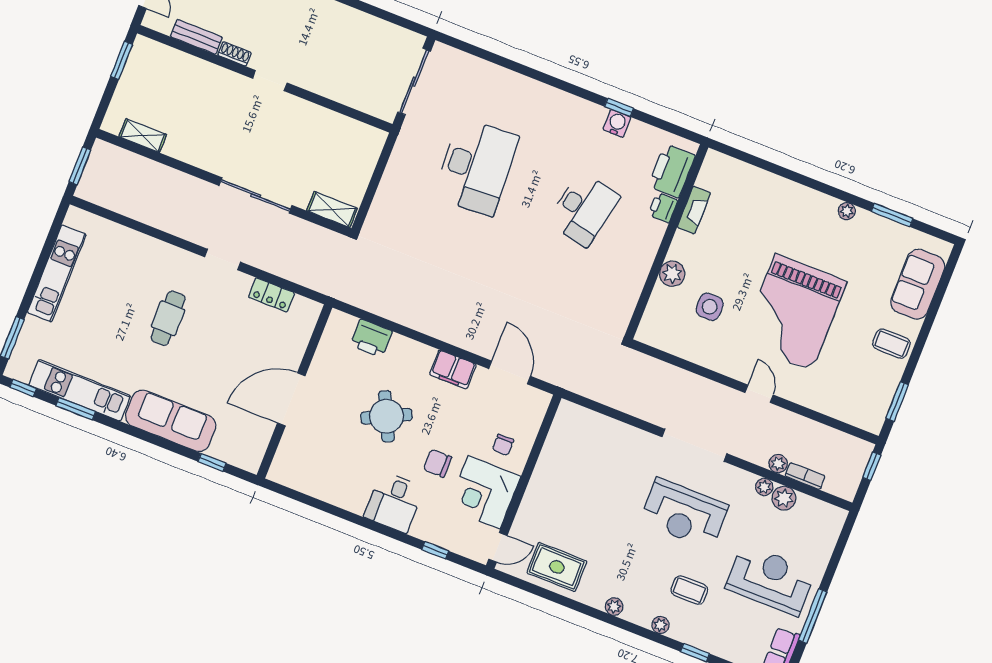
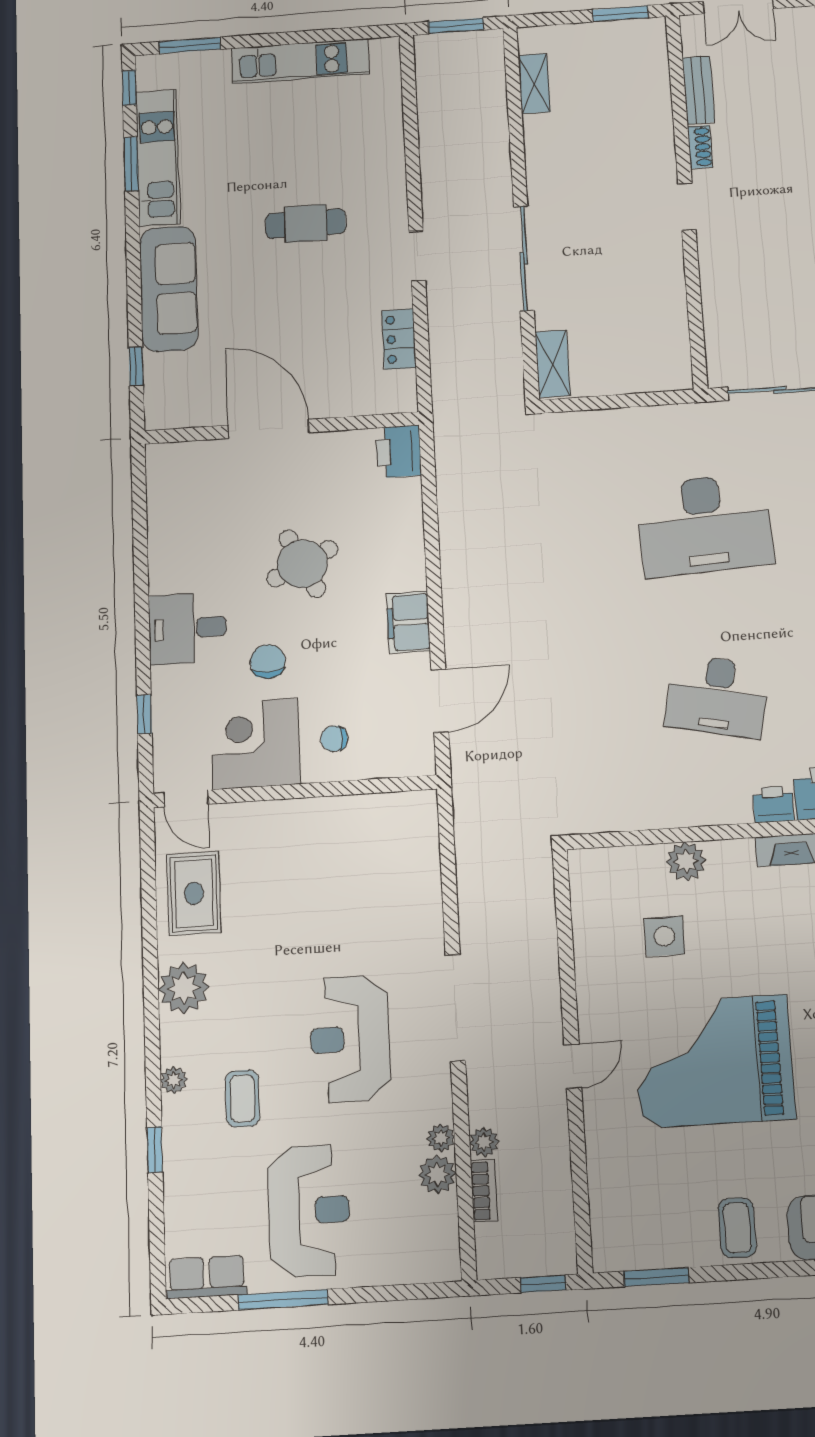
printer: (371, 338) -> (399, 451), moved
plant: (614, 607) -> (184, 988), width x1.88, depth x1.88

